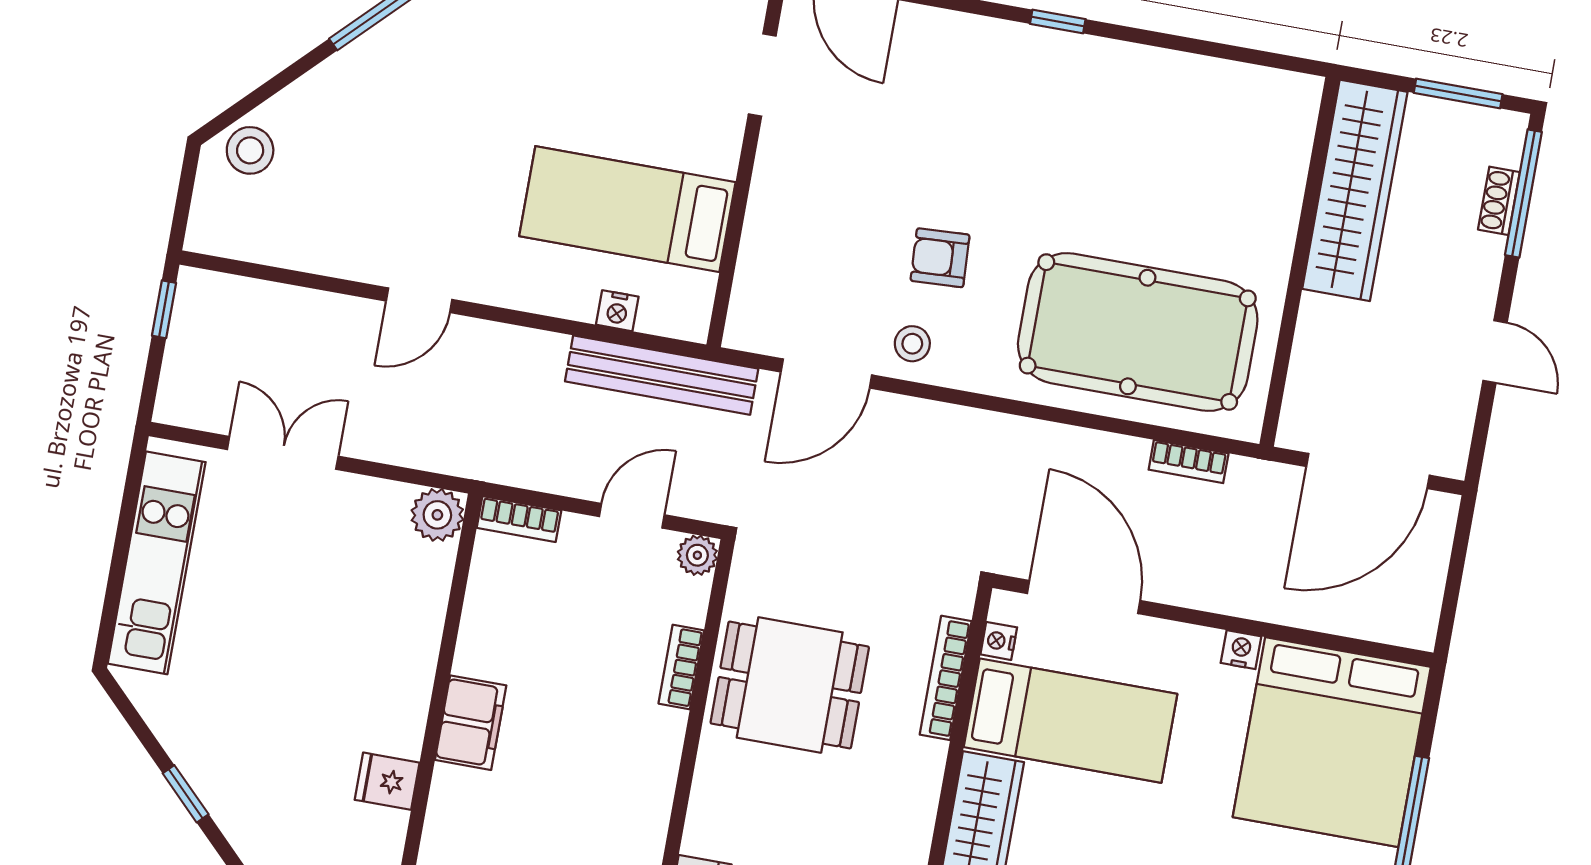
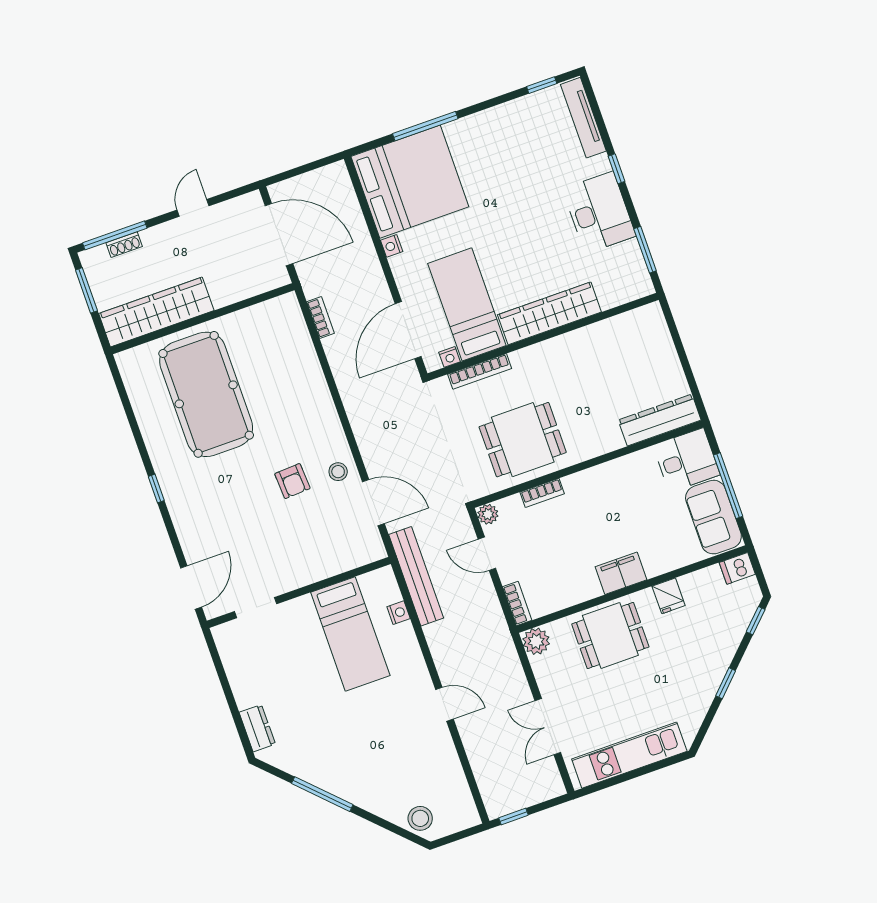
pool table: (1138, 332) -> (206, 394), moved
dining table: (376, 645) -> (610, 635), added
dining table: (790, 685) -> (523, 440), turned 90

